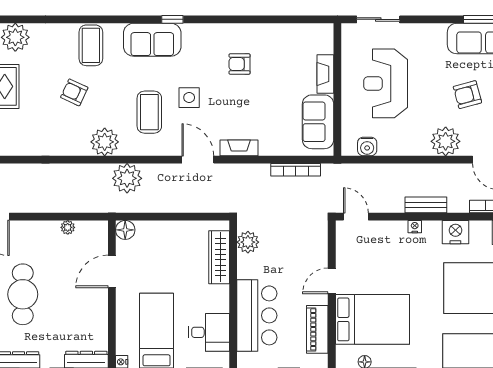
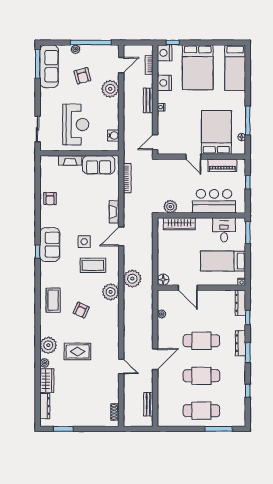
sofa: (152, 40) -> (50, 245), moved
coffee table: (91, 45) -> (53, 300), turned 90
armchair: (240, 64) -> (50, 199), moved
reception desk: (386, 83) -> (76, 124), turned -90

